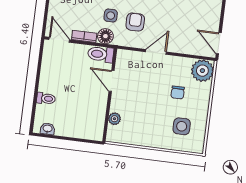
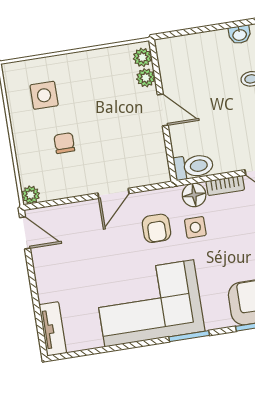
plant: (202, 71) -> (31, 195), width x0.53, depth x0.53
door: (112, 81) -> (163, 110), moved
plant: (113, 132) -> (142, 57), added

